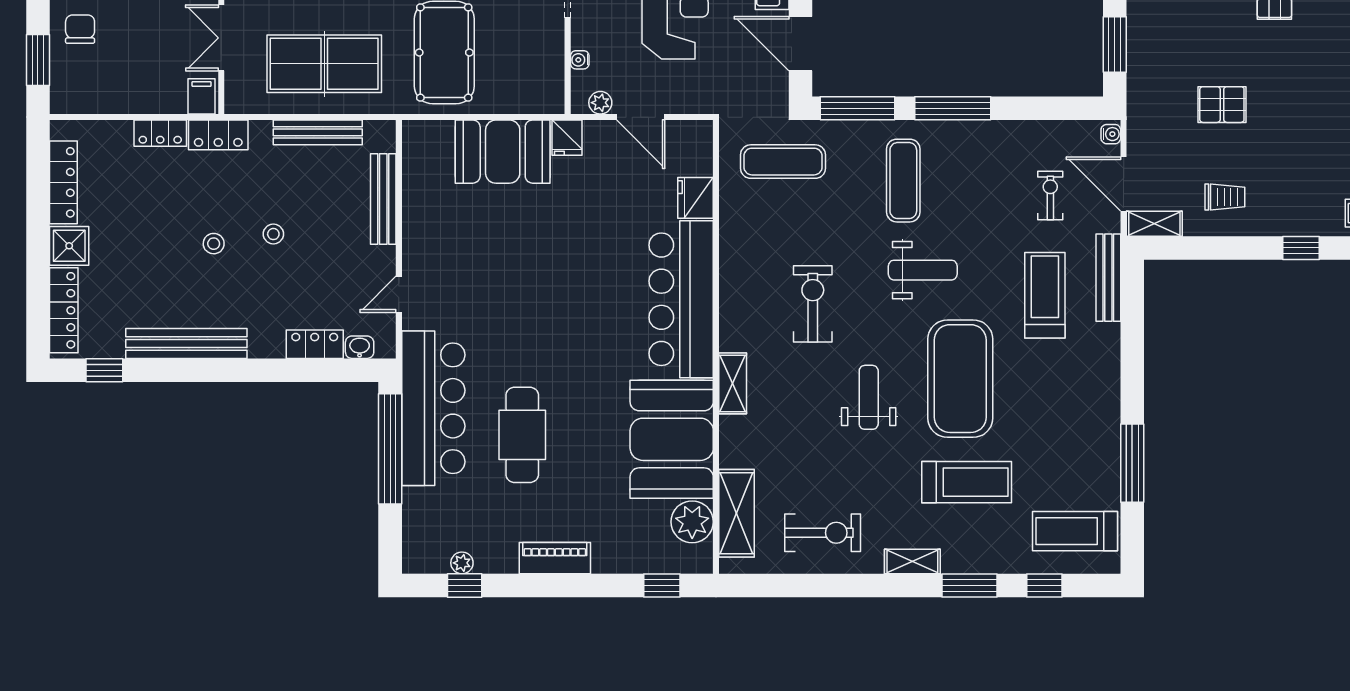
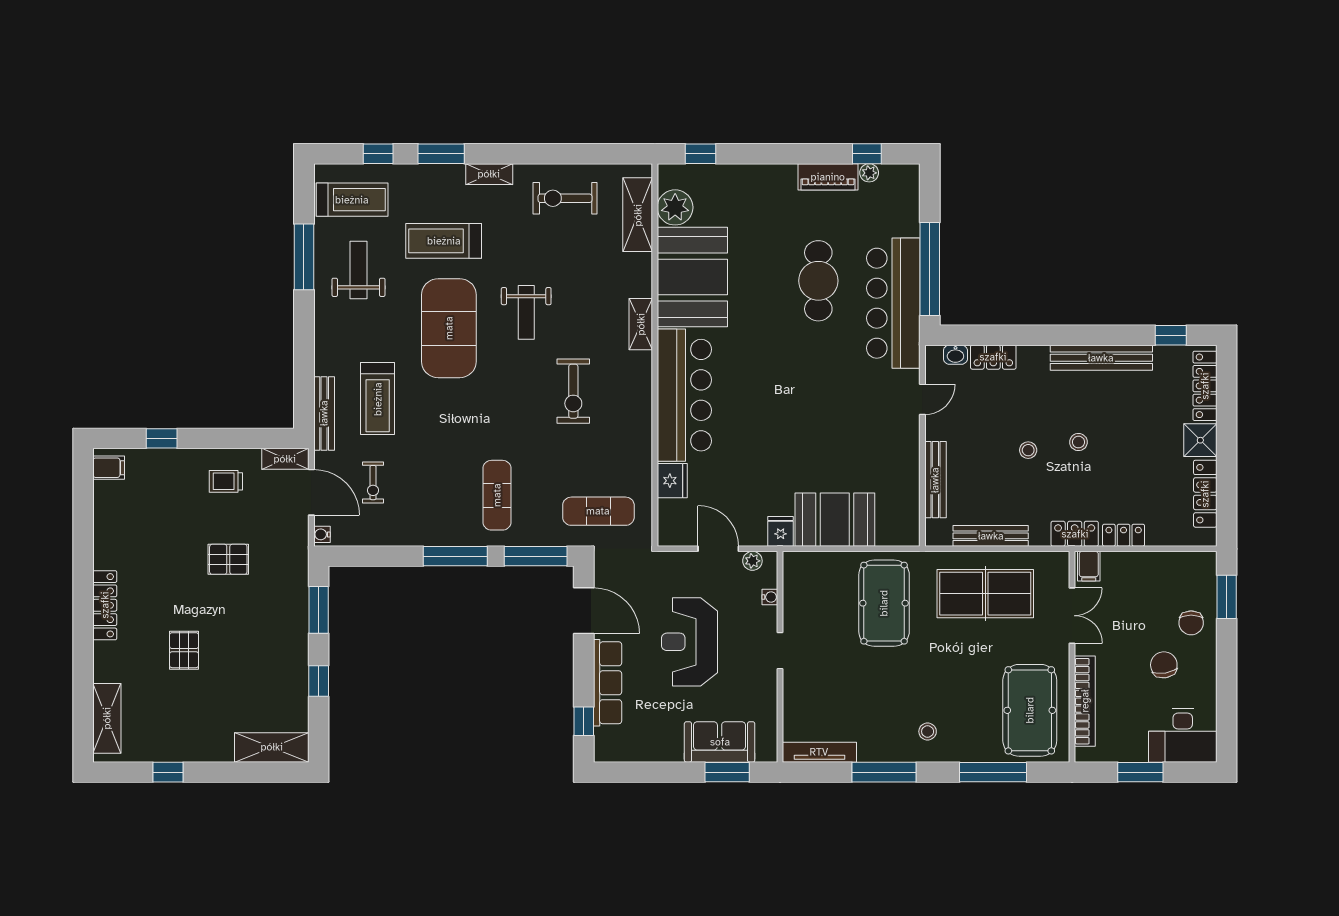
weight bench: (923, 270) -> (358, 270), moved, turned 90
piano: (555, 558) -> (828, 177), moved

